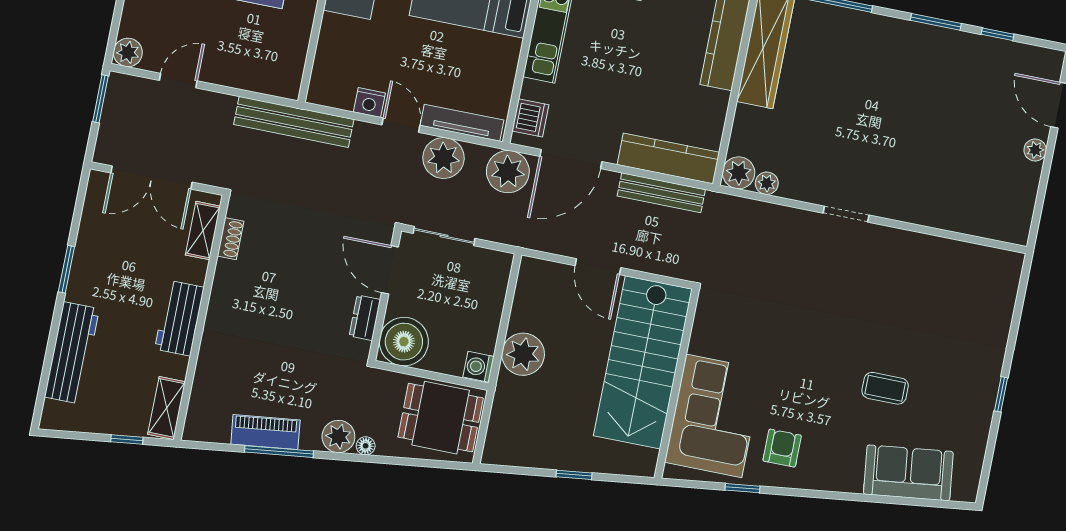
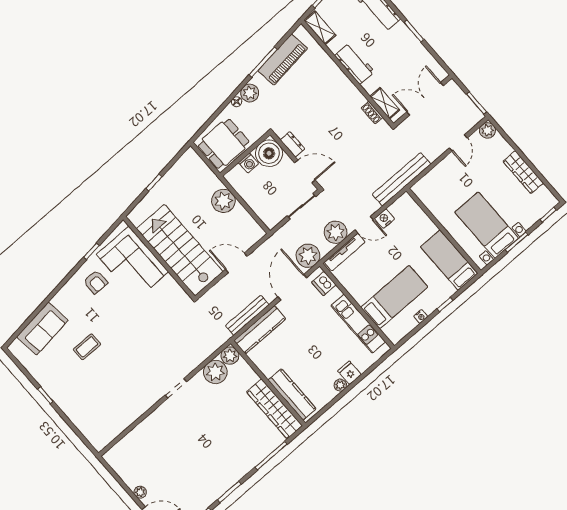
plant: (767, 183) -> (215, 372), width x1.88, depth x1.88
washing machine: (479, 367) -> (248, 163), moved, turned 90
piano: (265, 432) -> (283, 60), width x1.37, depth x1.33

